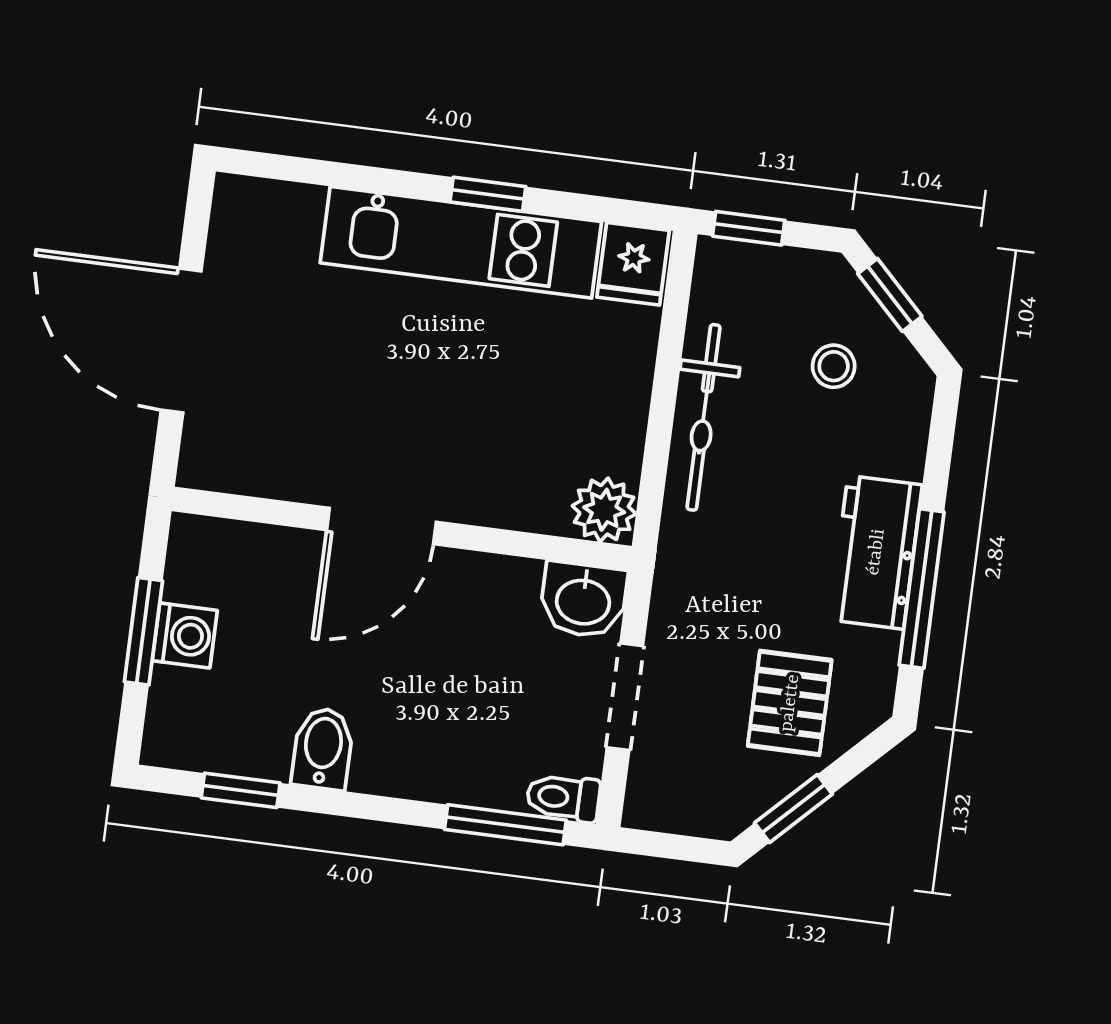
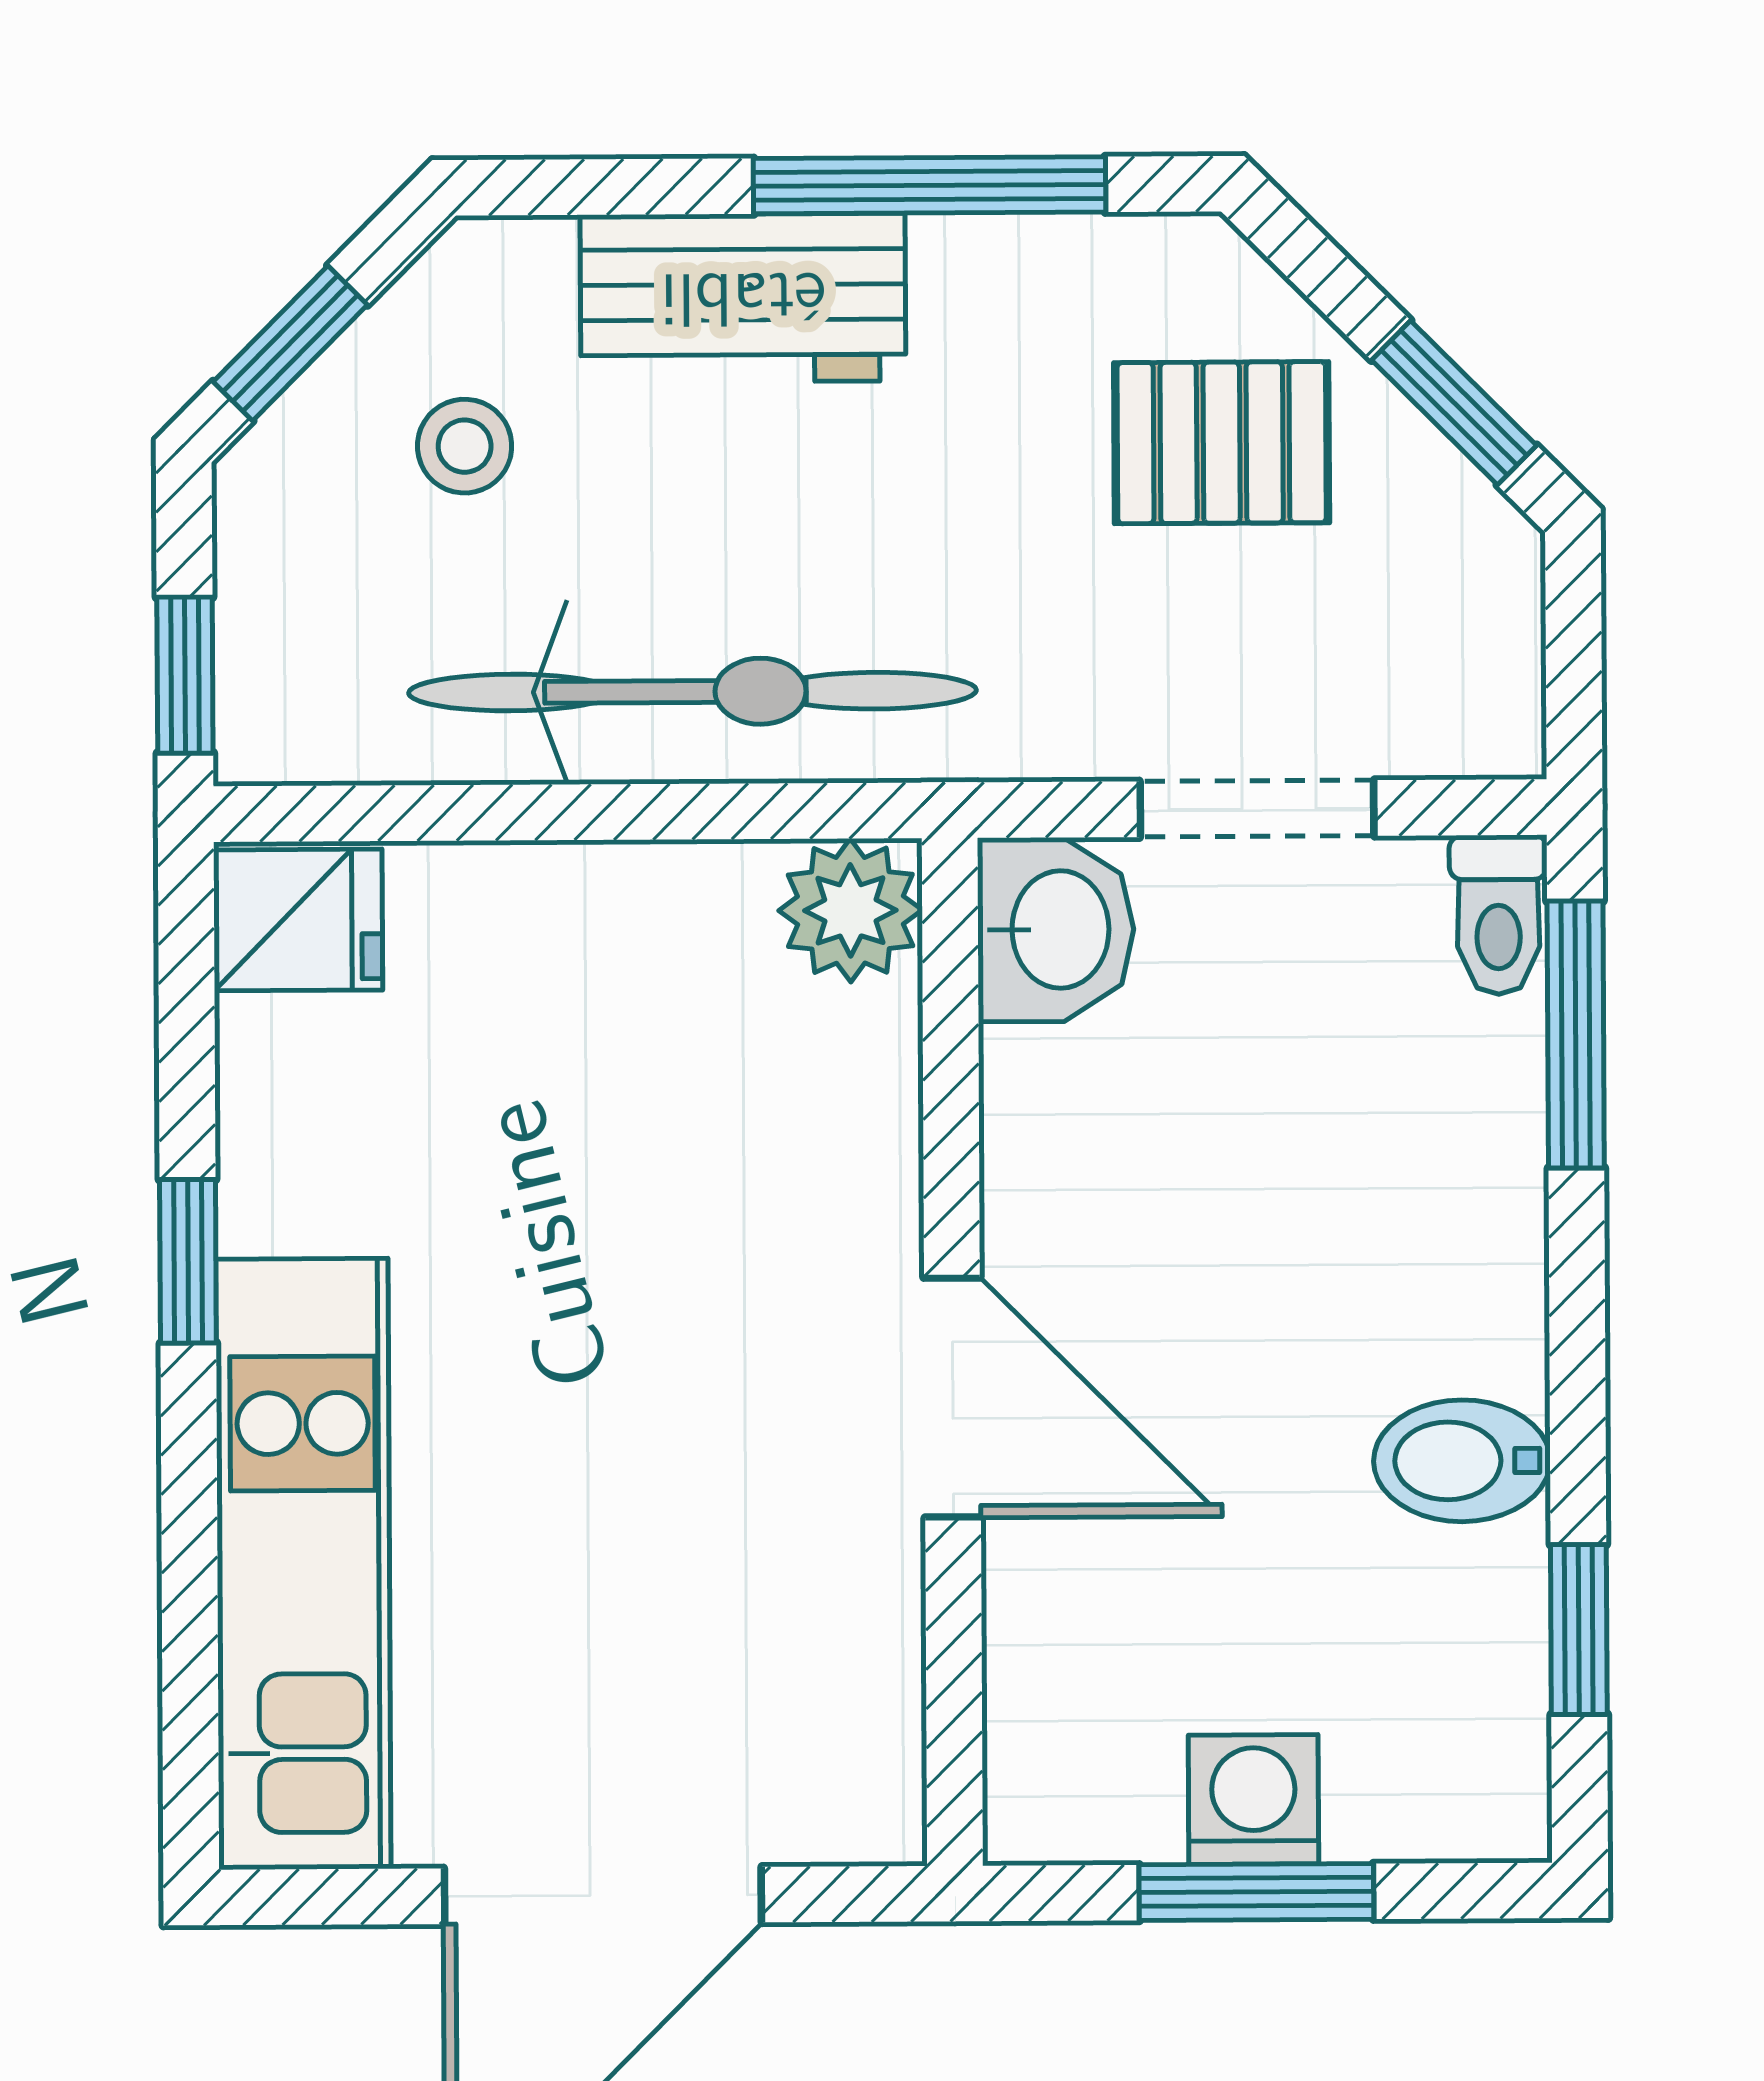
kitchen unit: (461, 242) -> (303, 1564), moved
bicycle: (703, 417) -> (692, 692), width x1.37, depth x1.40
workbench: (876, 552) -> (743, 298), moved

